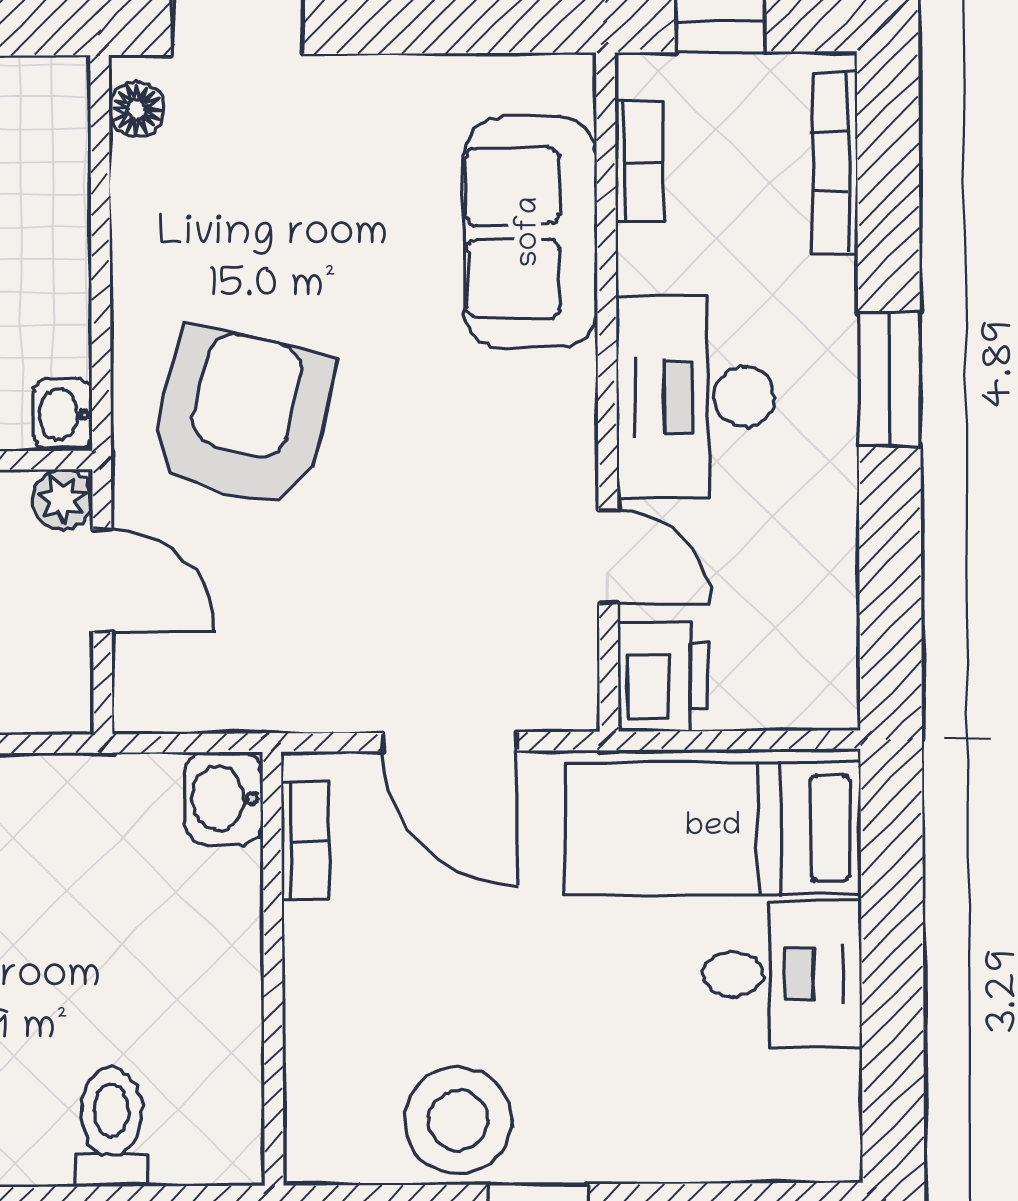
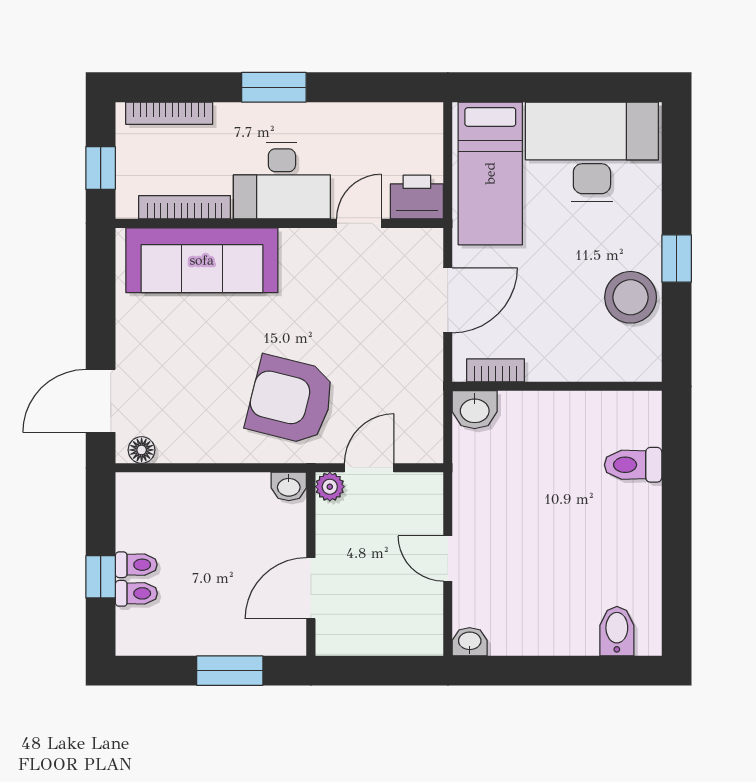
bookcase: (640, 161) -> (185, 207), width x1.56
sofa: (530, 232) -> (202, 260), width x1.36
desk: (782, 974) -> (592, 152), width x1.87, depth x1.30

